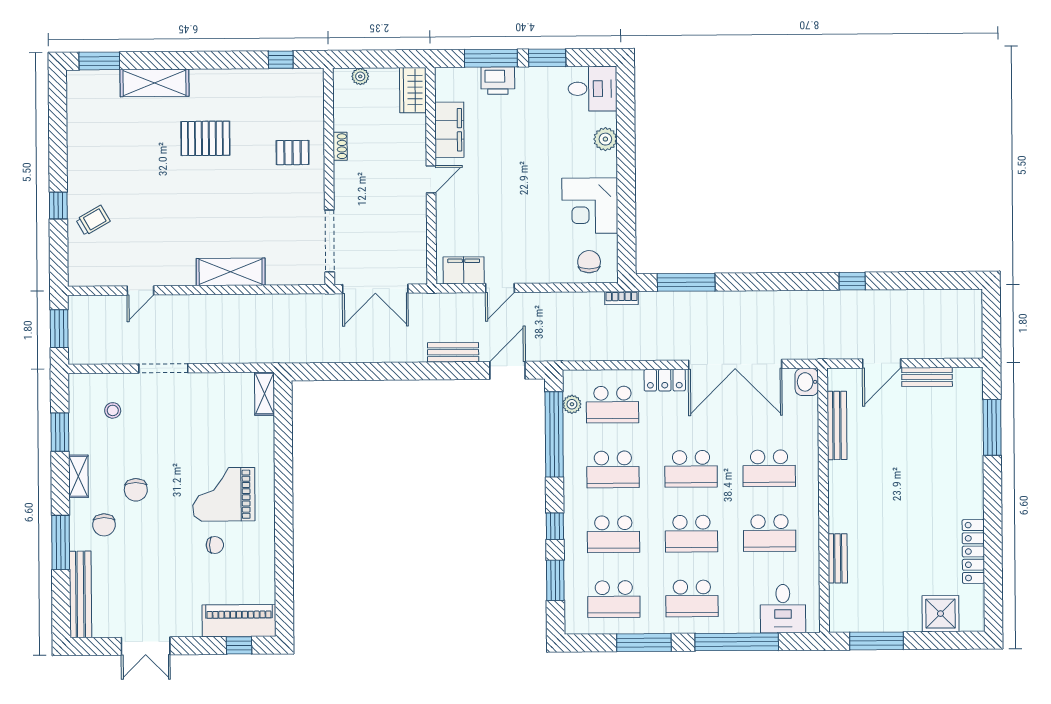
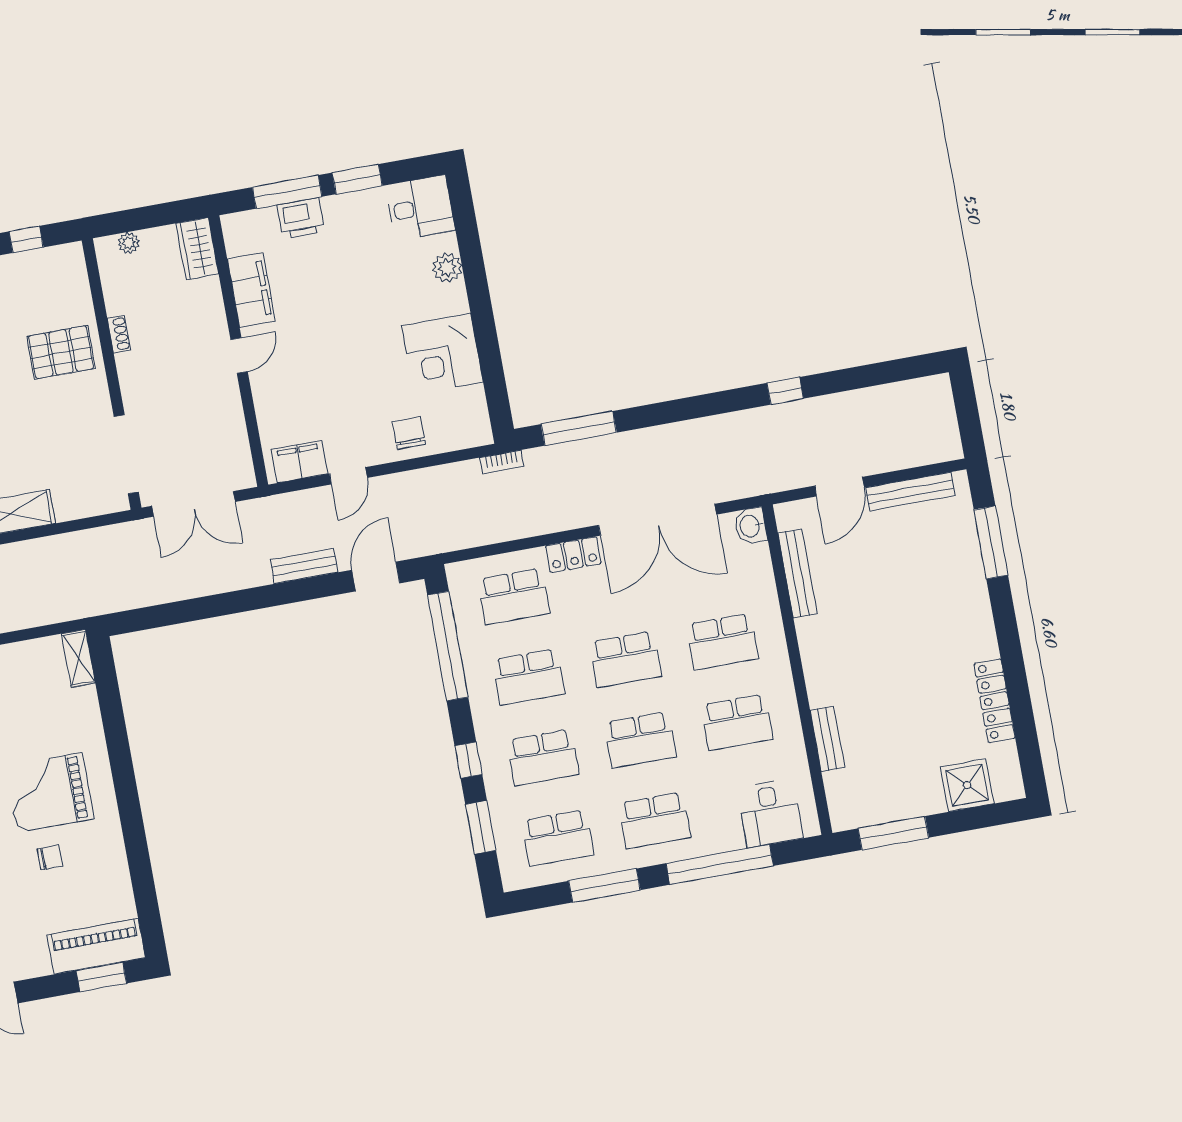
pallet: (293, 153) -> (61, 352), width x1.50, depth x1.42
chair: (589, 262) -> (409, 433), moved
bench: (927, 377) -> (910, 492), width x1.36
plant: (572, 404) -> (463, 605), removed
window: (239, 645) -> (101, 977), width x1.50

